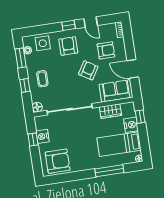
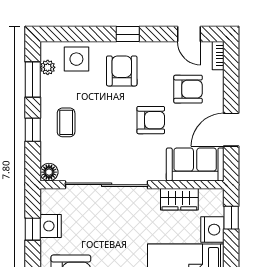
door: (91, 22) -> (189, 34), moved
door: (133, 69) -> (231, 130), hinge flipped
armchair: (88, 70) -> (151, 120), turned 58

